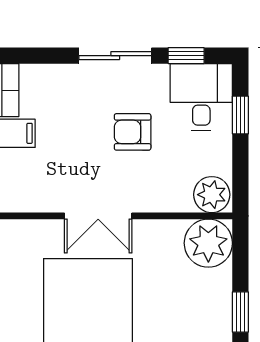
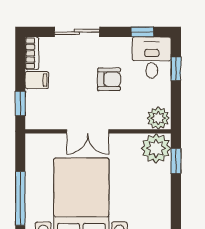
sliding door: (115, 56) -> (77, 32), moved
armchair: (133, 132) -> (109, 79), turned 180
window: (240, 312) -> (176, 161), moved

